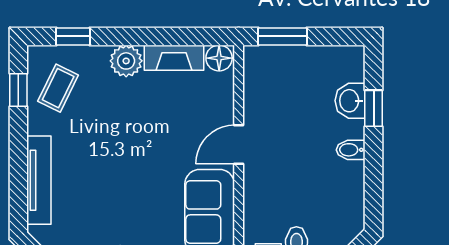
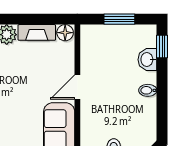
window: (283, 36) -> (119, 19), moved
window: (374, 108) -> (162, 46), moved

